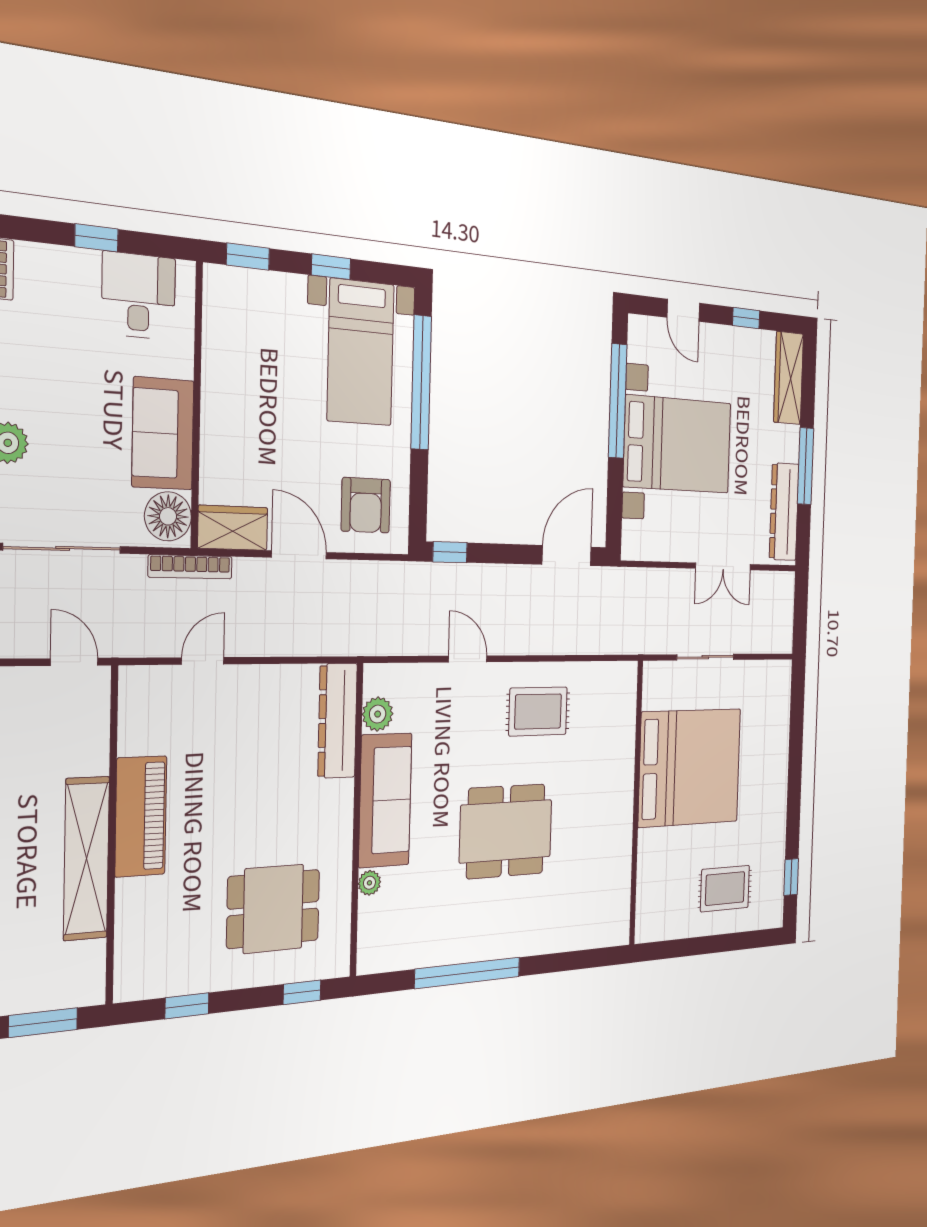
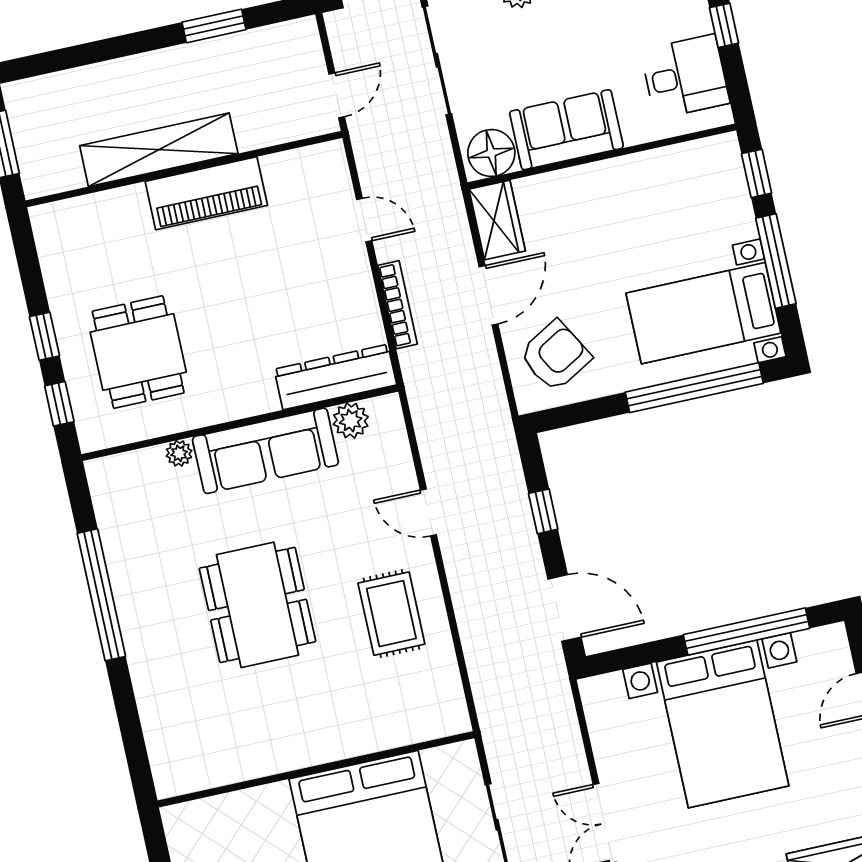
window: (331, 267) -> (776, 261), width x2.17
armchair: (366, 505) -> (555, 356), turned 150
window: (450, 552) -> (543, 511), moved
bookcase: (190, 567) -> (398, 305), moved, turned 180
door: (468, 659) -> (428, 512), swing flipped
window: (187, 1006) -> (44, 336), moved

